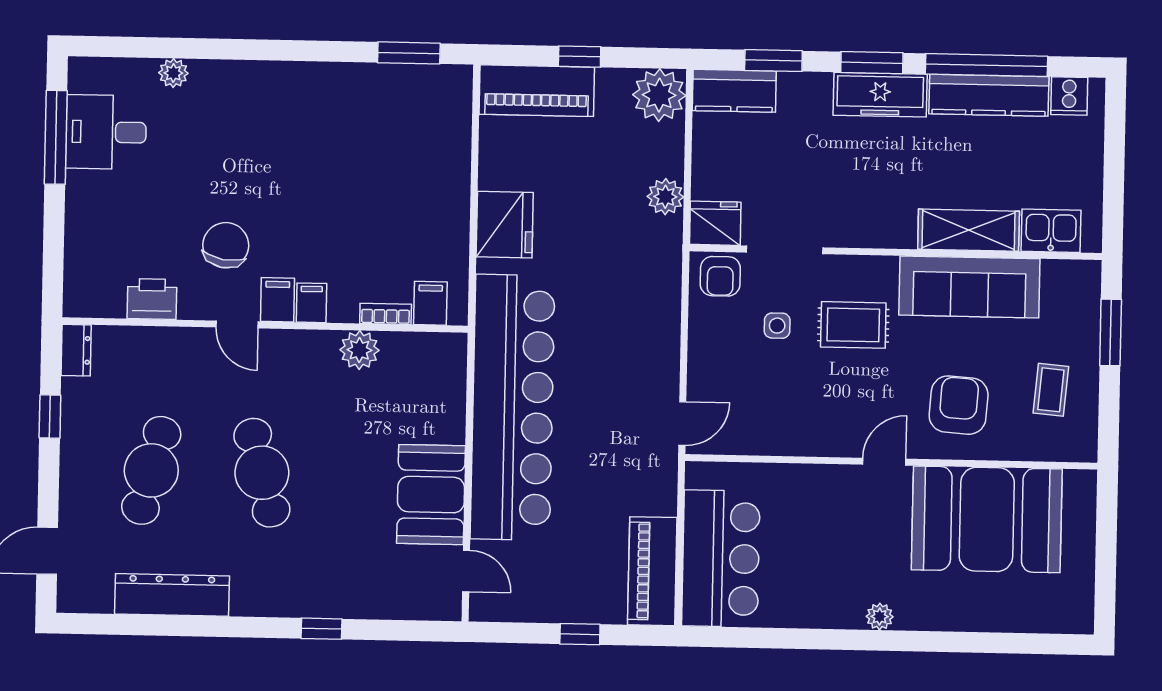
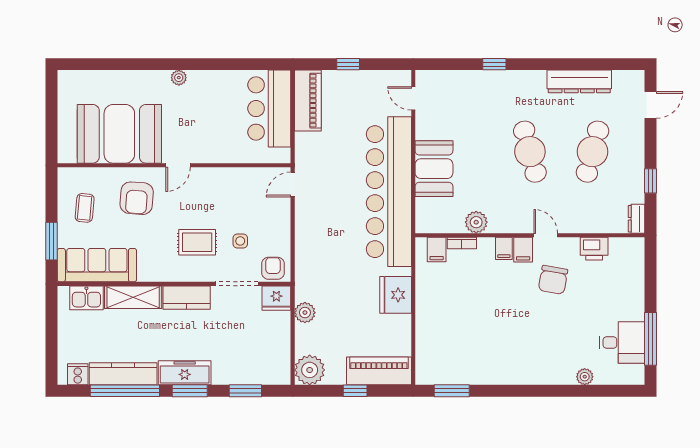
kitchen counter: (734, 91) -> (187, 298), moved, turned 180
sofa: (969, 287) -> (97, 265), moved
booth: (431, 495) -> (434, 169), moved

